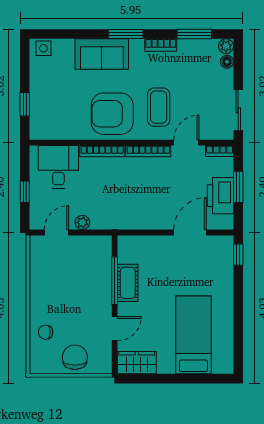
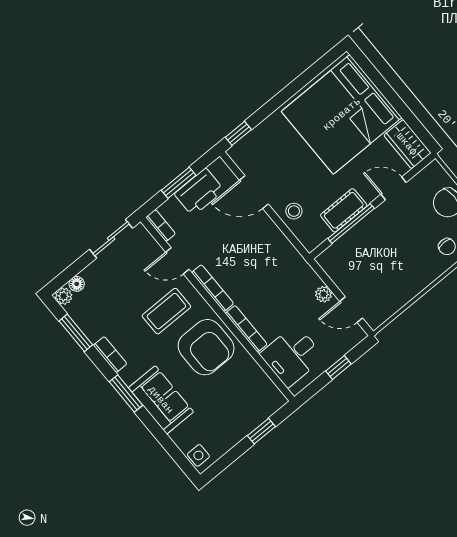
stool: (155, 249) -> (294, 211), added
bed: (193, 335) -> (342, 114), width x2.04

